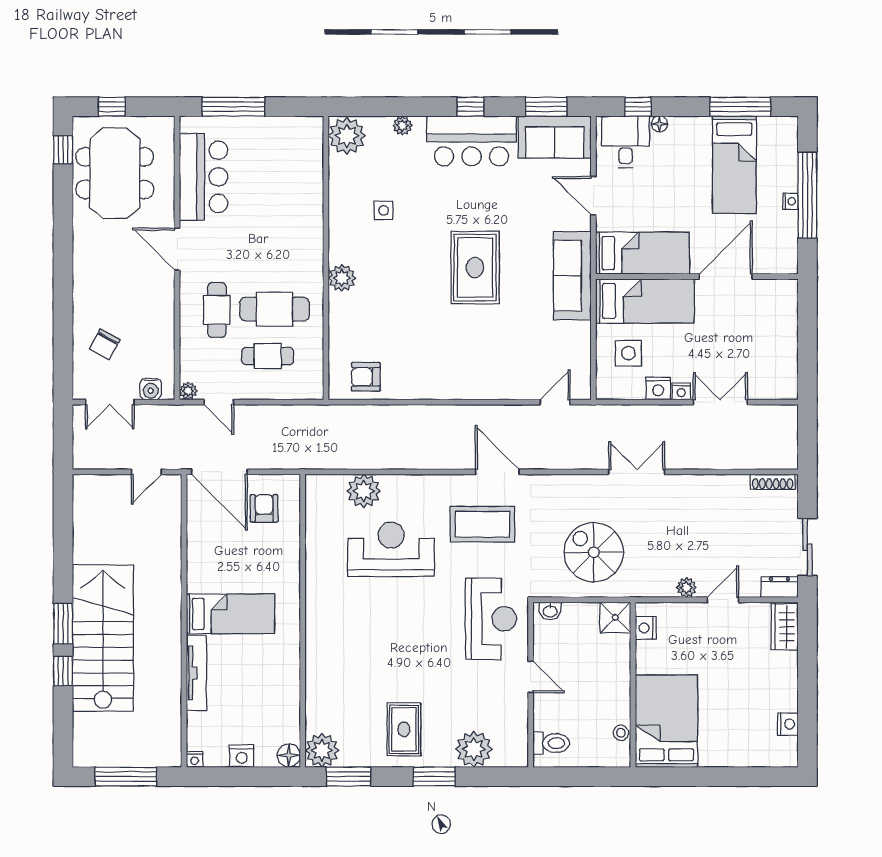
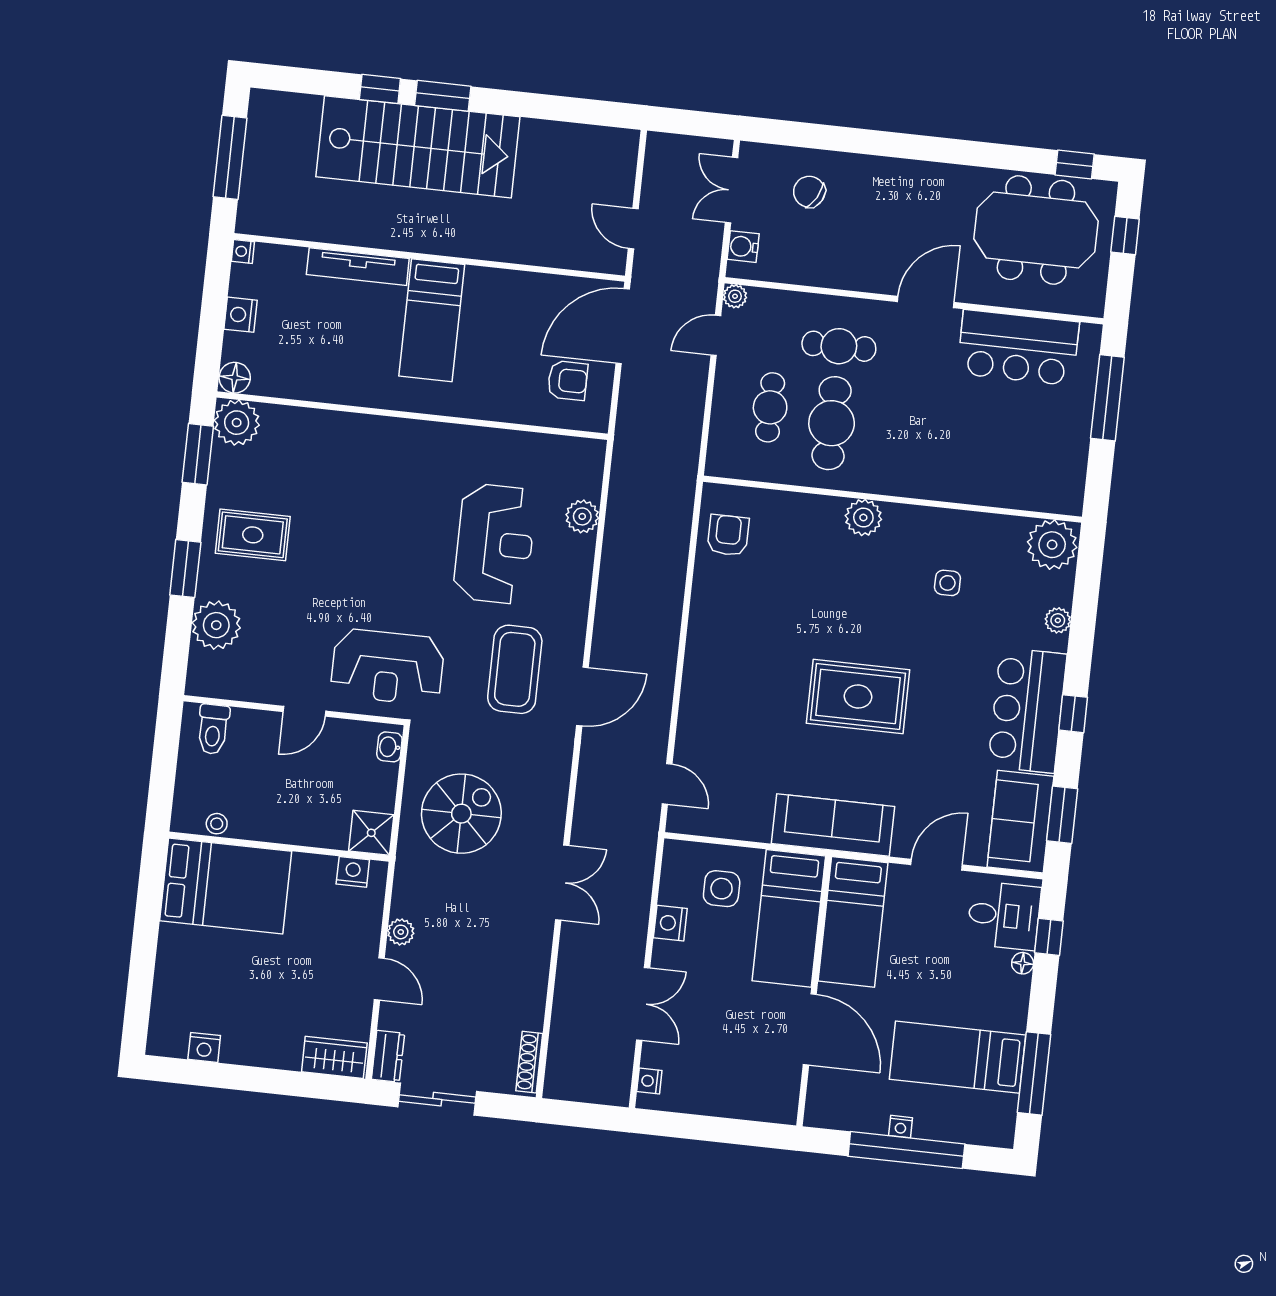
nightstand: (681, 391) -> (649, 1081), moved
plant: (364, 491) -> (582, 516), width x0.73, depth x0.73

